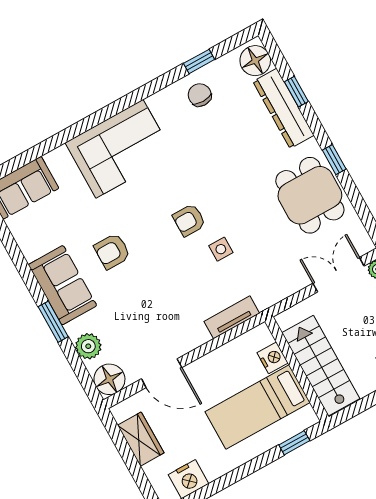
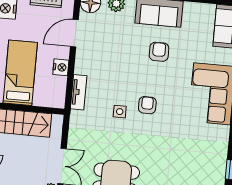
chair: (200, 95) -> (211, 157), removed
nightstand: (273, 358) -> (61, 67), moved, turned -90

